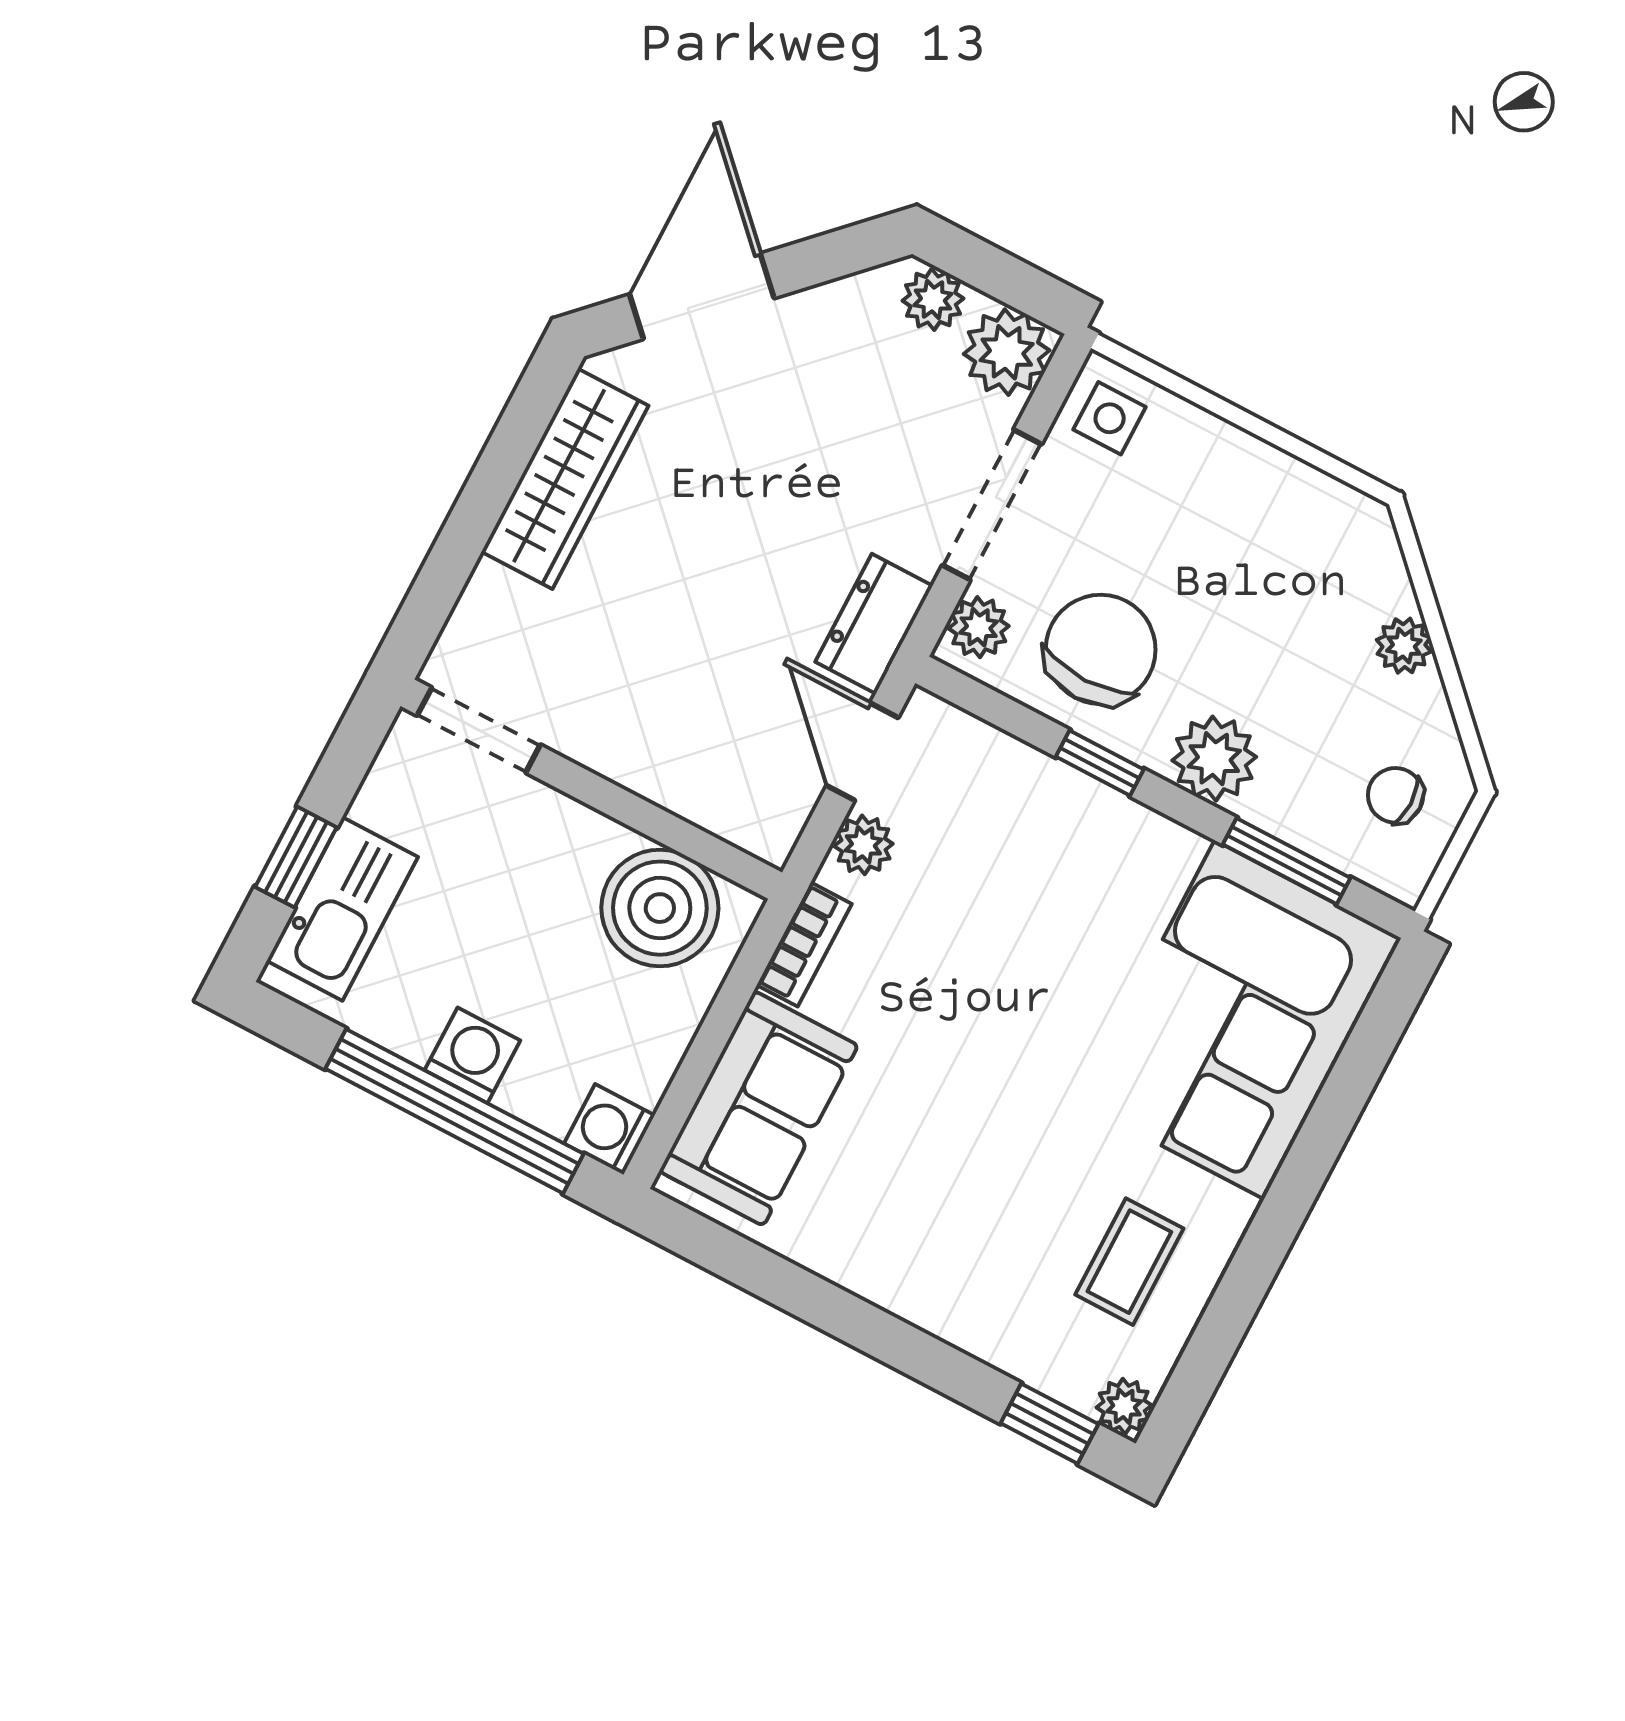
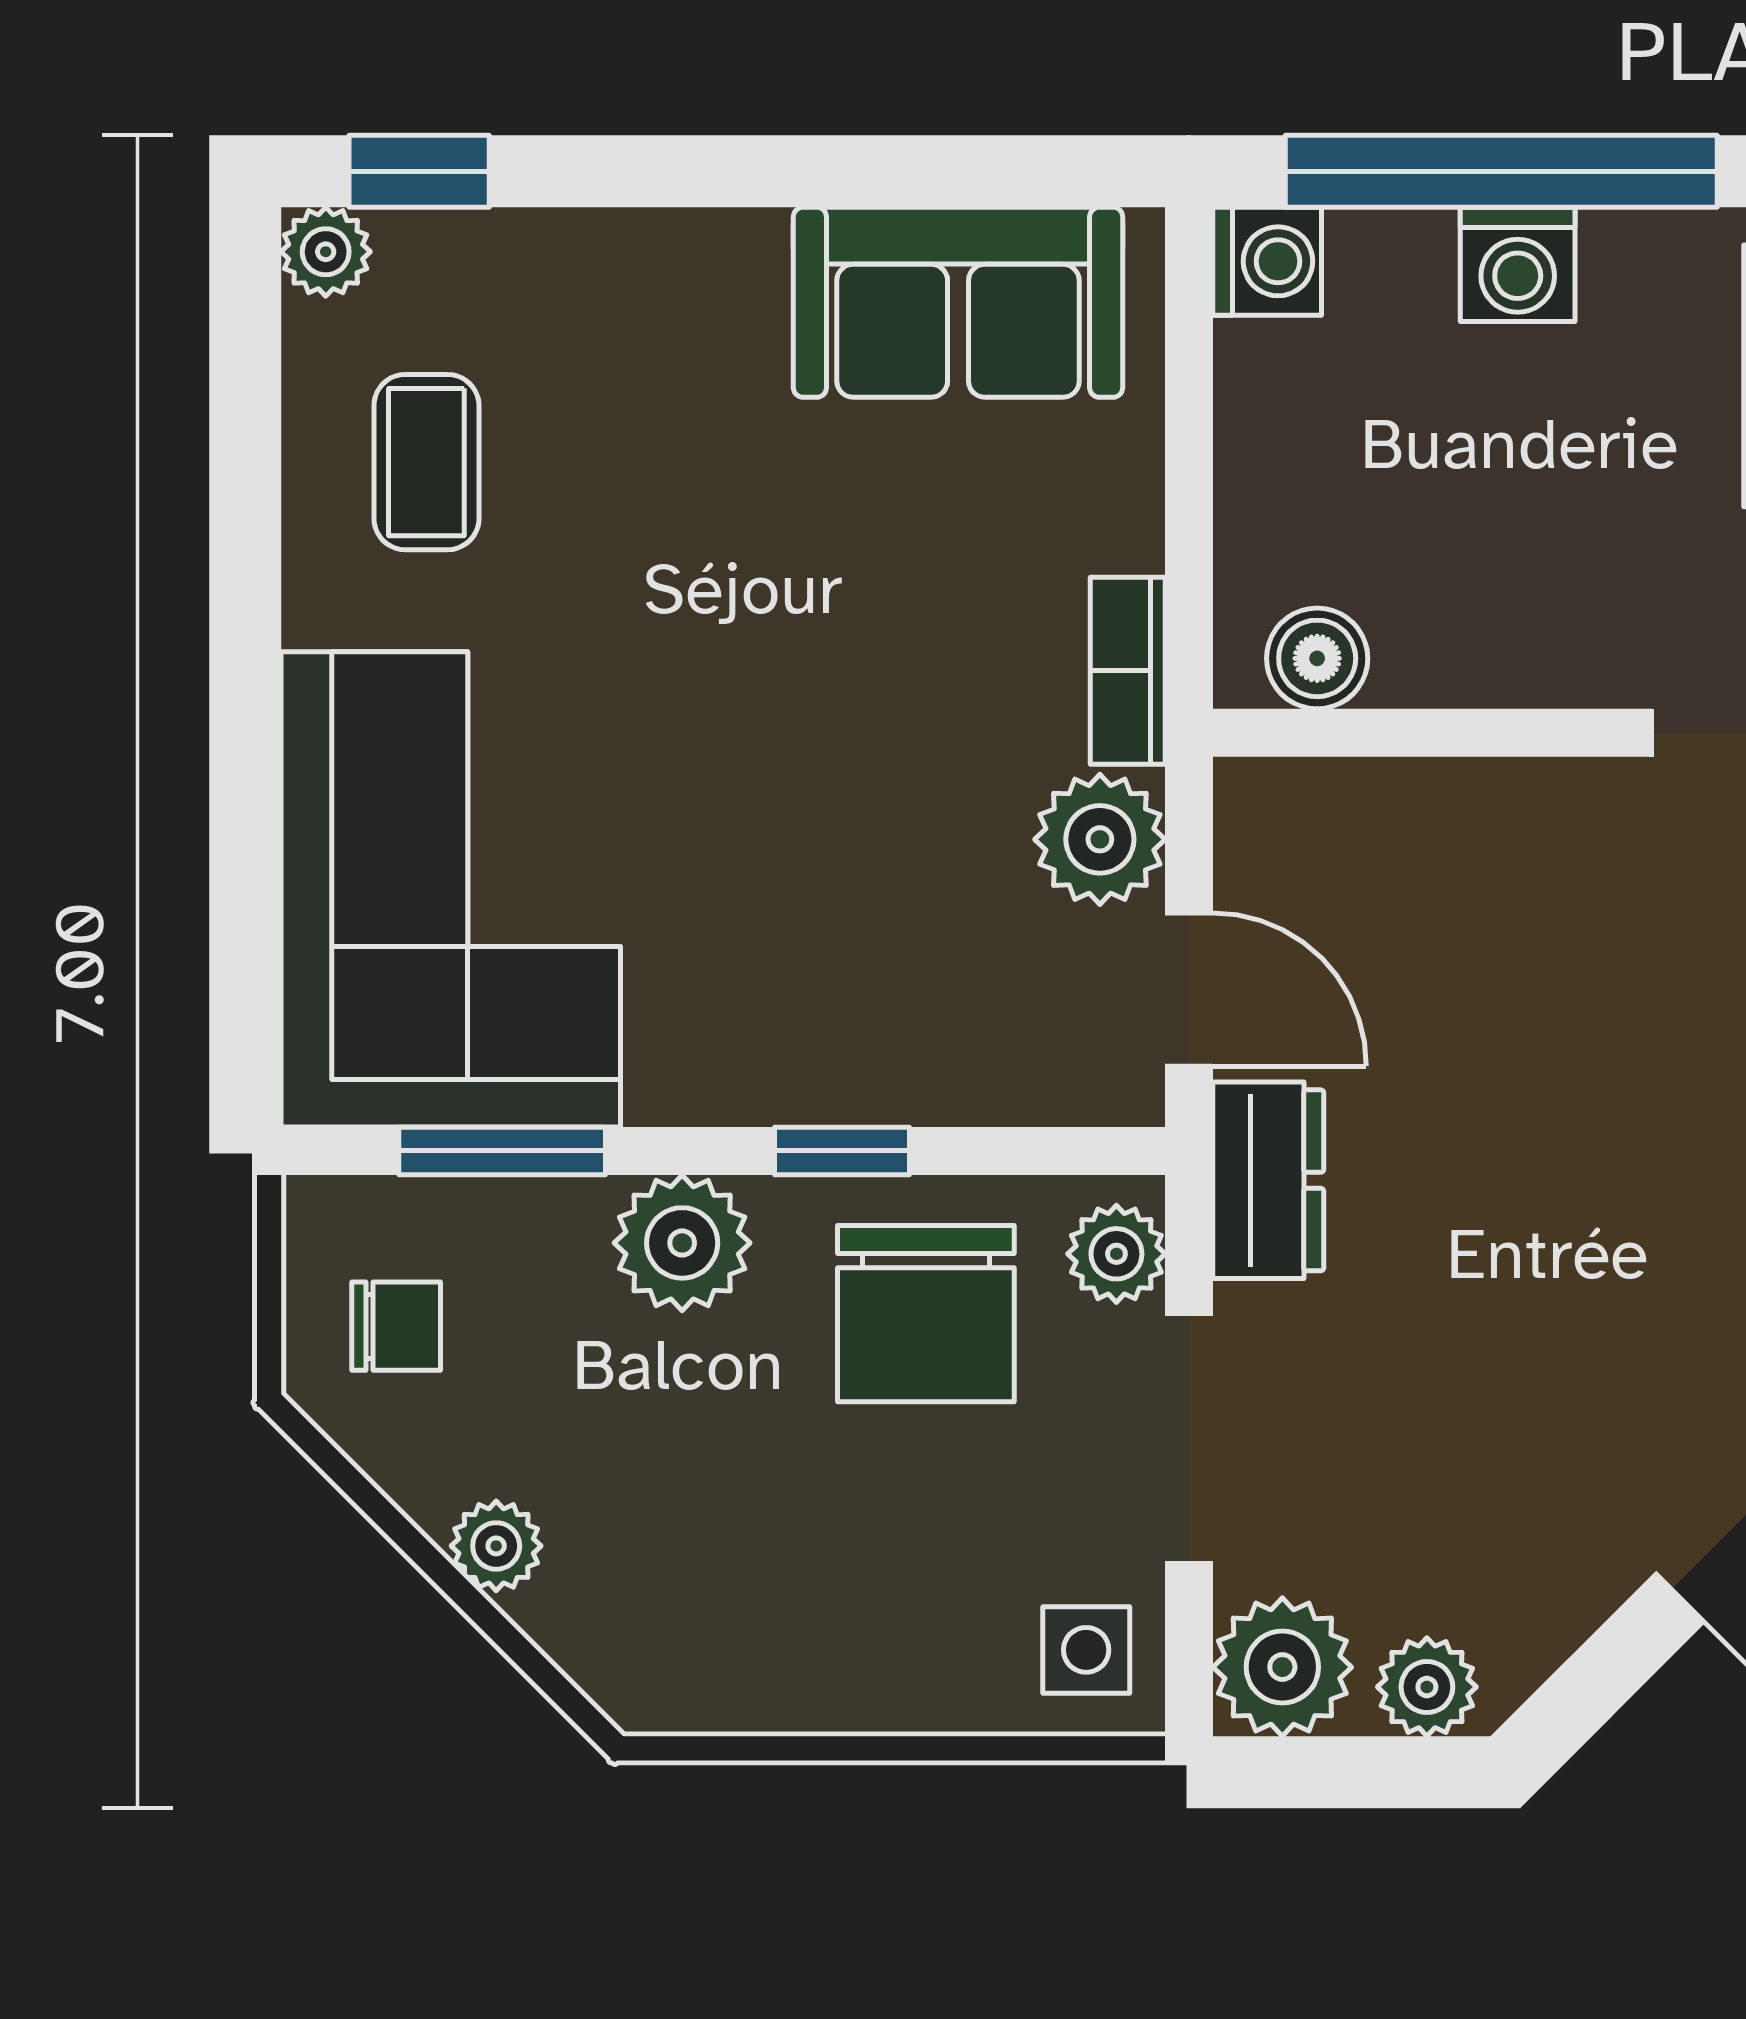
plant: (863, 845) -> (1100, 839), width x1.38, depth x1.38
boiler: (660, 908) -> (1317, 658), width x0.54, depth x0.54
sofa: (759, 1108) -> (958, 302), moved, turned -90

